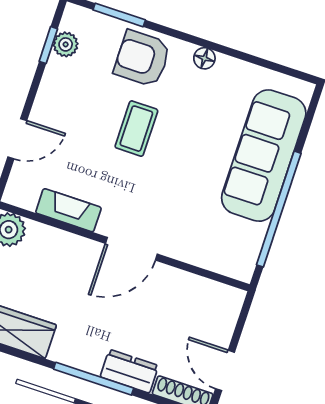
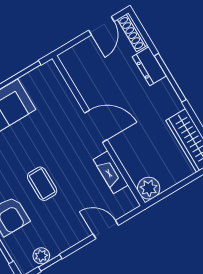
coffee table: (136, 129) -> (42, 184), turned 90

